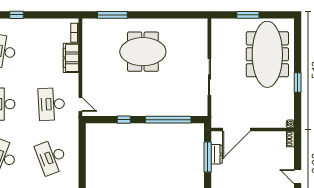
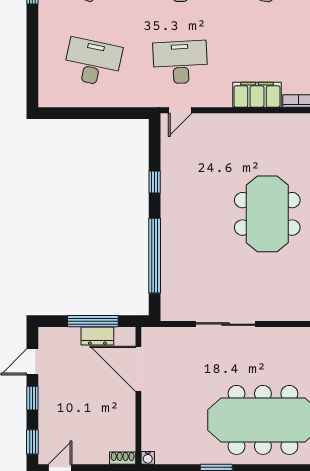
desk: (51, 157) -> (93, 62), turned 33

